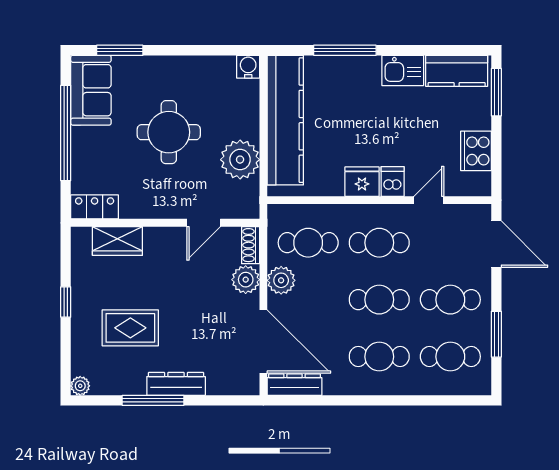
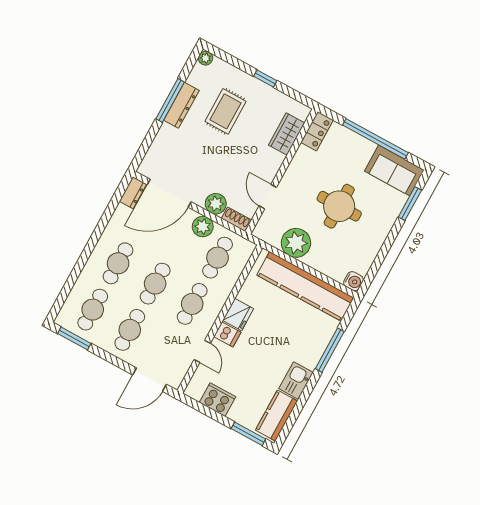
window: (496, 334) -> (74, 338), moved
dresser: (176, 384) -> (181, 105), moved
dresser: (295, 385) -> (133, 193), width x0.70

